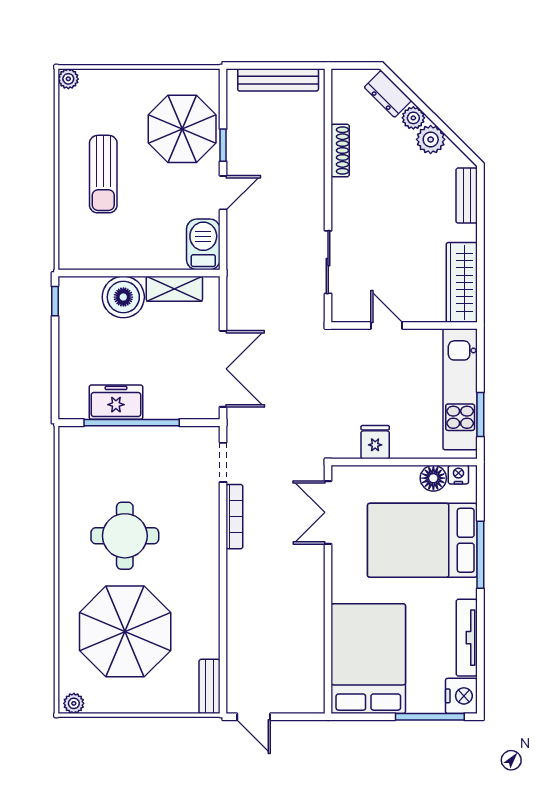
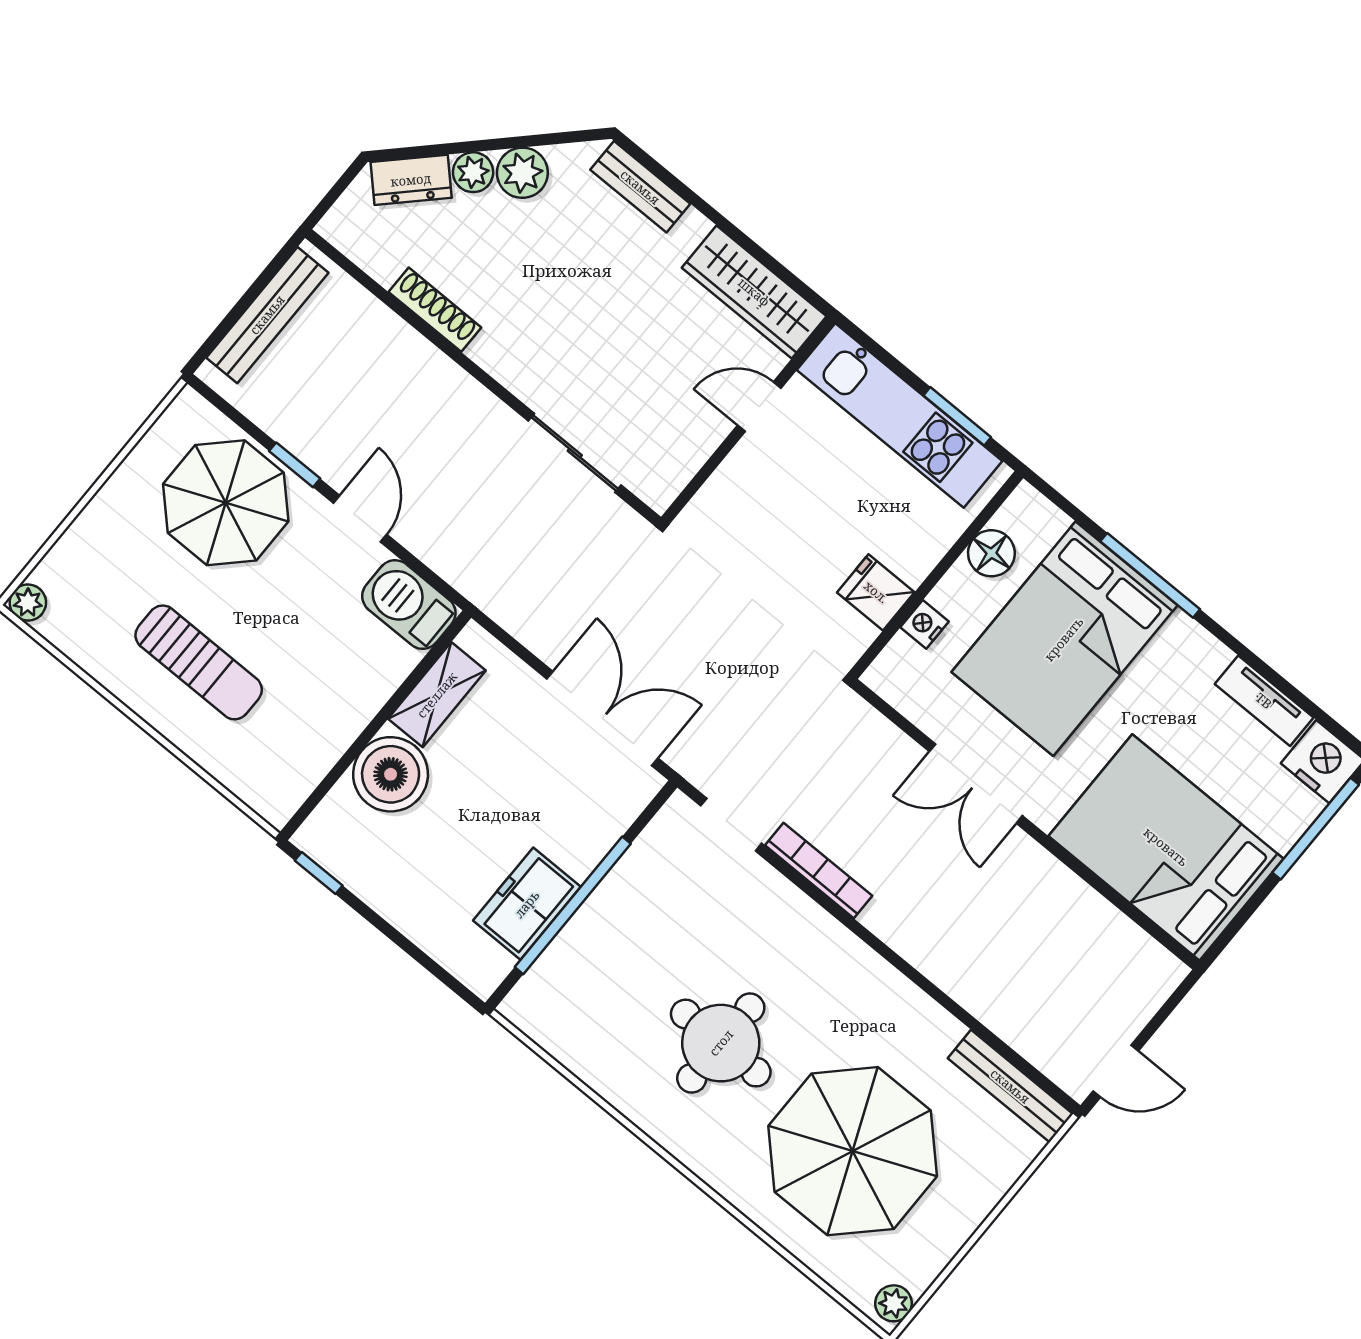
door: (387, 325) -> (759, 407), moved
nightstand: (458, 475) -> (925, 624), moved
double door: (328, 512) -> (976, 784), moved
tv unit: (467, 638) -> (1264, 701), width x0.71
bench: (209, 686) -> (1010, 1086), width x1.36

